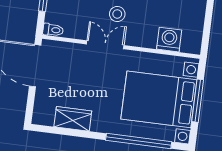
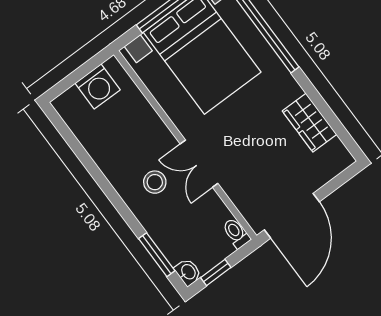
washing machine: (169, 40) -> (98, 86), moved, turned -90

